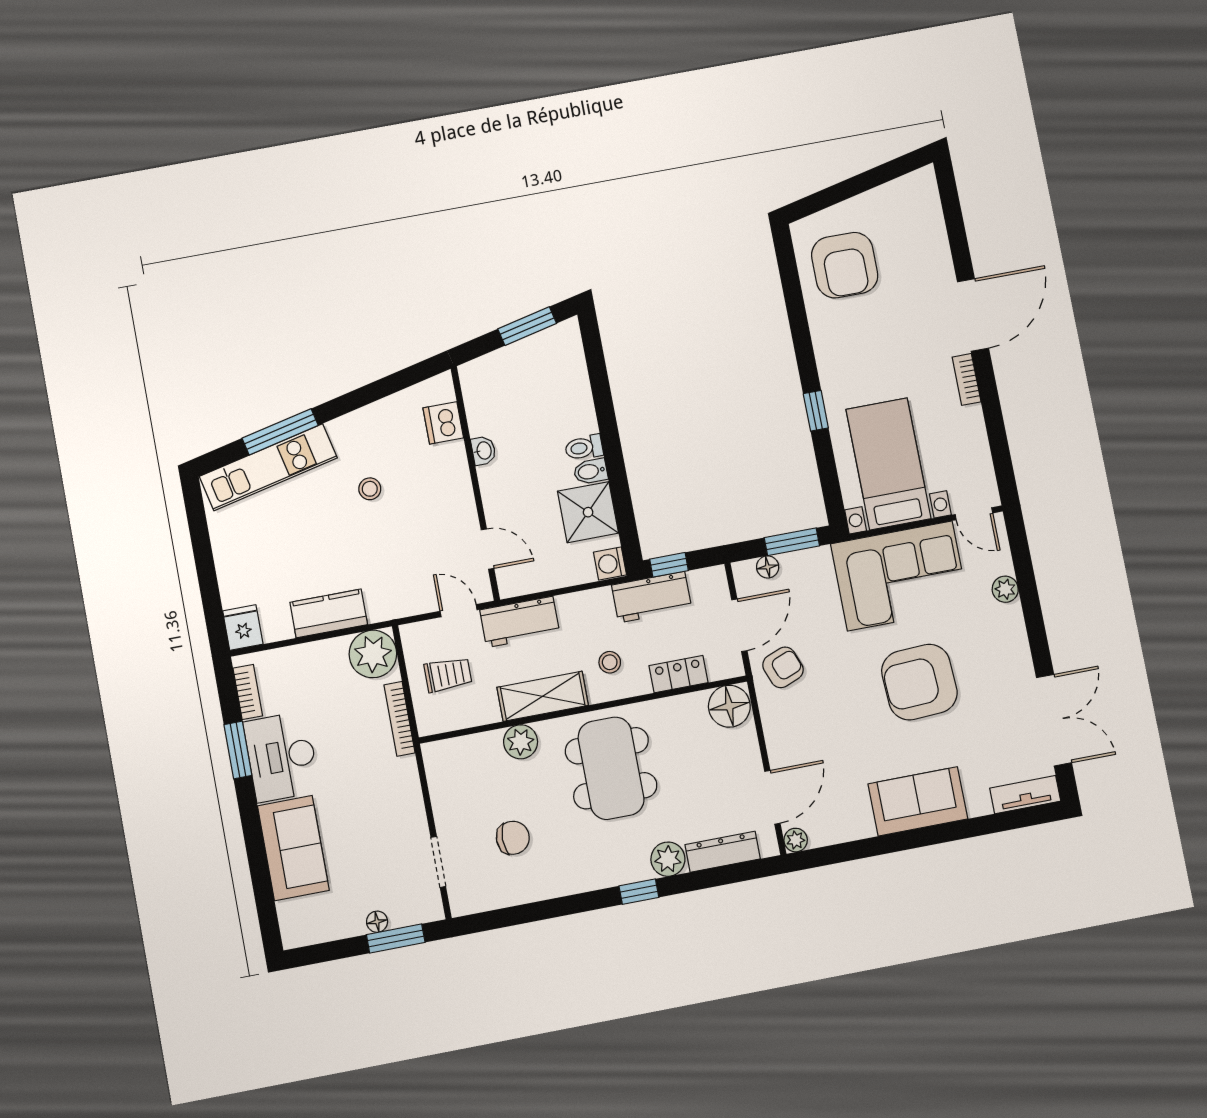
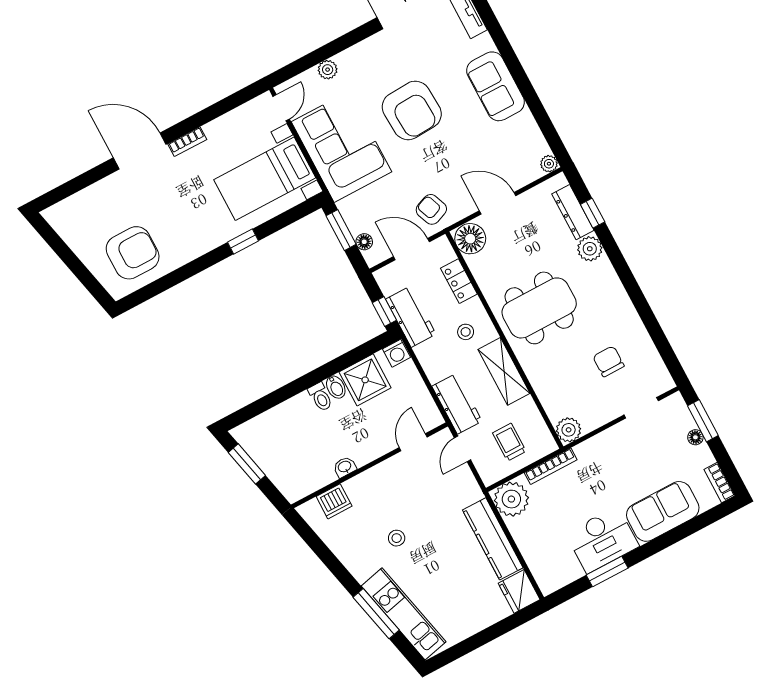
kitchen counter: (329, 613) -> (493, 539), width x1.50
fridge: (243, 628) -> (519, 591), width x1.38
bookcase: (248, 692) -> (720, 483), moved, turned -90
plant: (521, 742) -> (569, 430), moved
door: (772, 797) -> (498, 203), moved
window: (639, 892) -> (593, 213), moved

